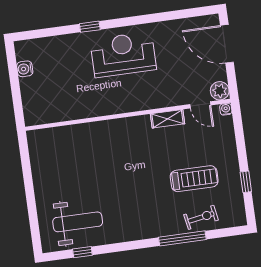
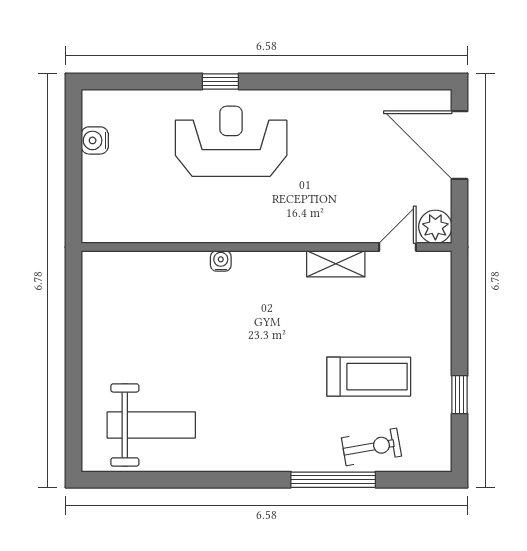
reception desk: (123, 55) -> (231, 141), moved
door: (200, 105) -> (398, 247), swing flipped
water cooler: (226, 109) -> (221, 261), moved
window: (82, 252) -> (153, 480), removed

